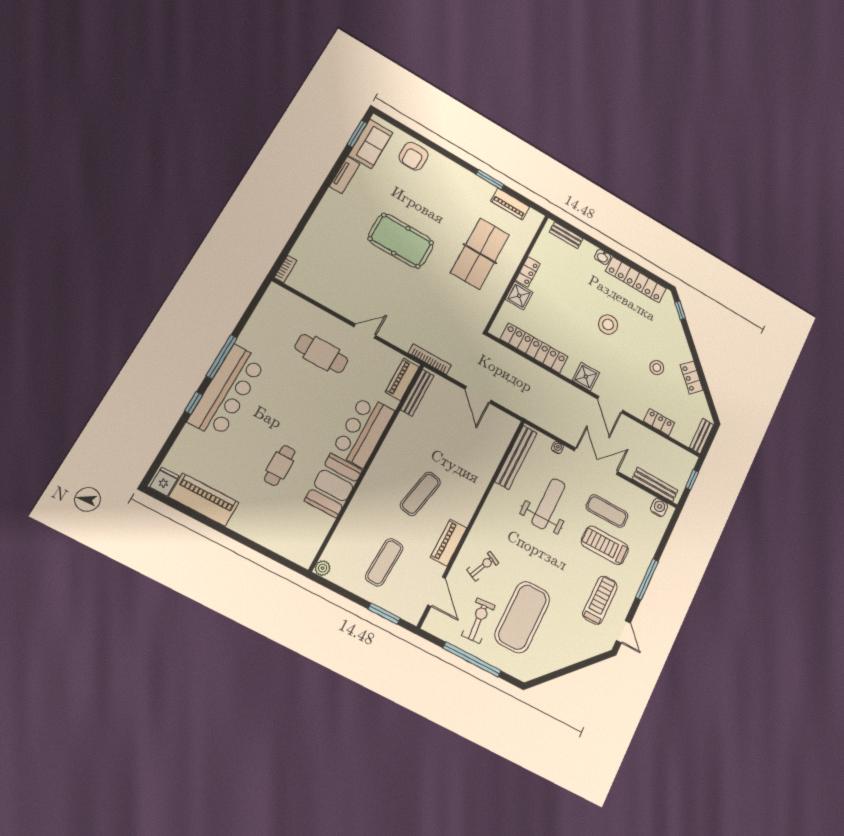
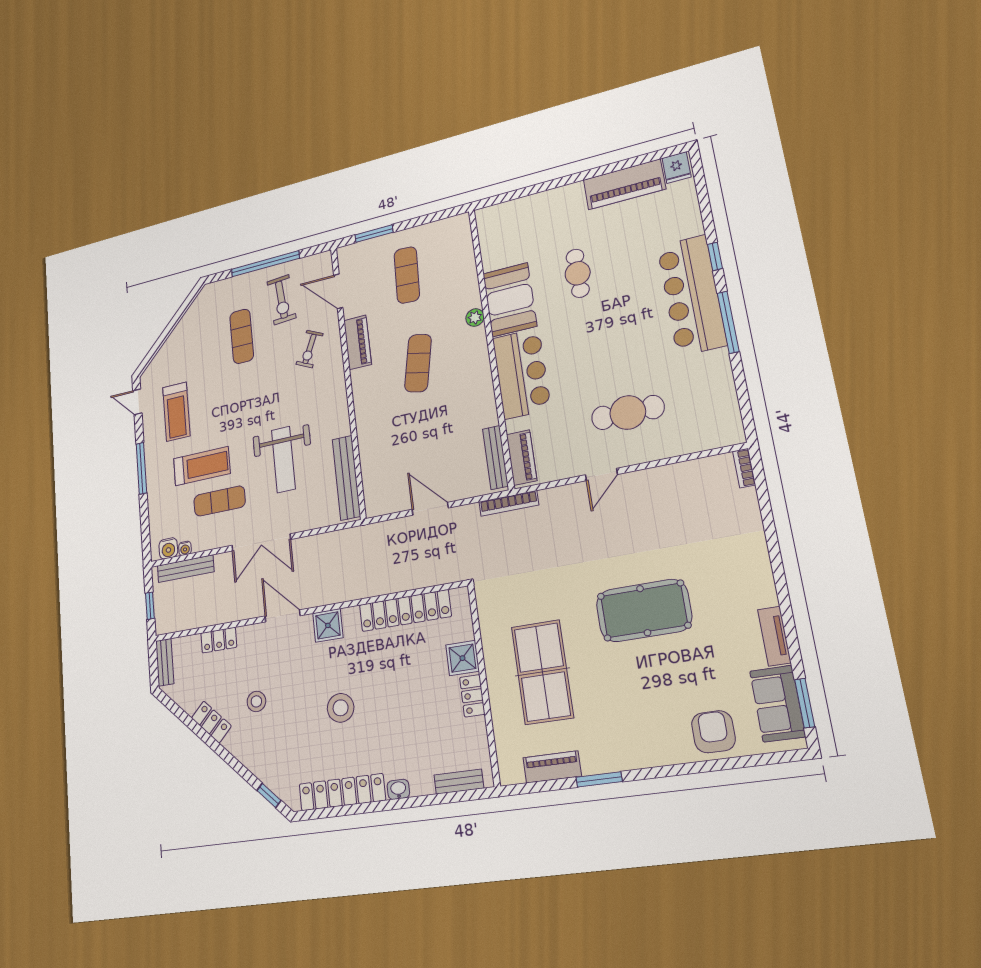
water cooler: (557, 448) -> (185, 548), moved
plant: (323, 568) -> (475, 318), moved
exercise mat: (522, 617) -> (242, 336), width x0.50, depth x0.69

